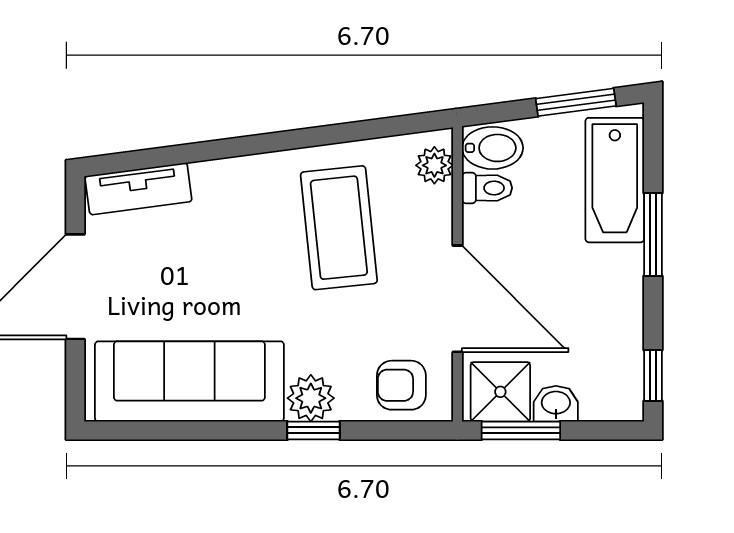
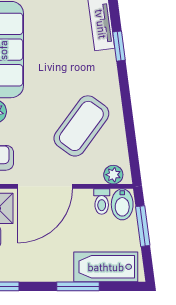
window: (576, 102) -> (143, 226), moved
window: (182, 154) -> (119, 46), added
coffee table: (339, 228) -> (81, 126), turned -48

